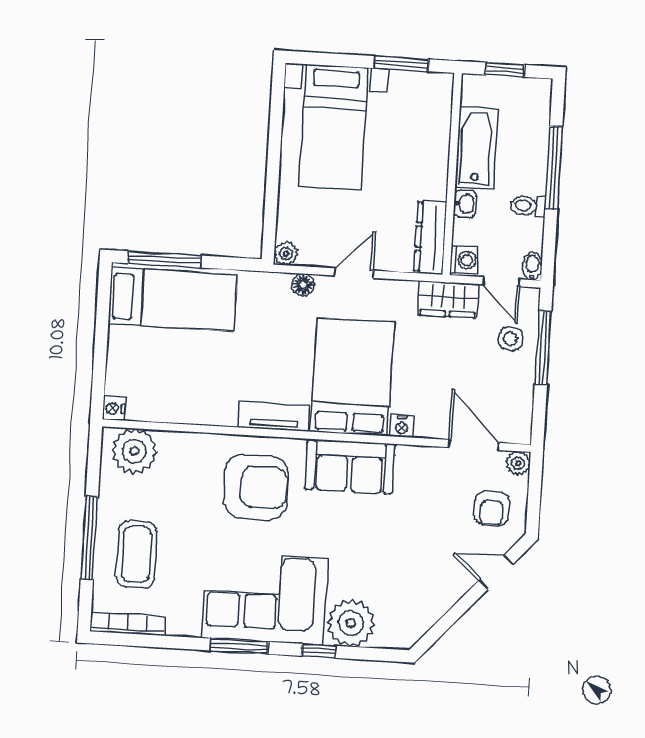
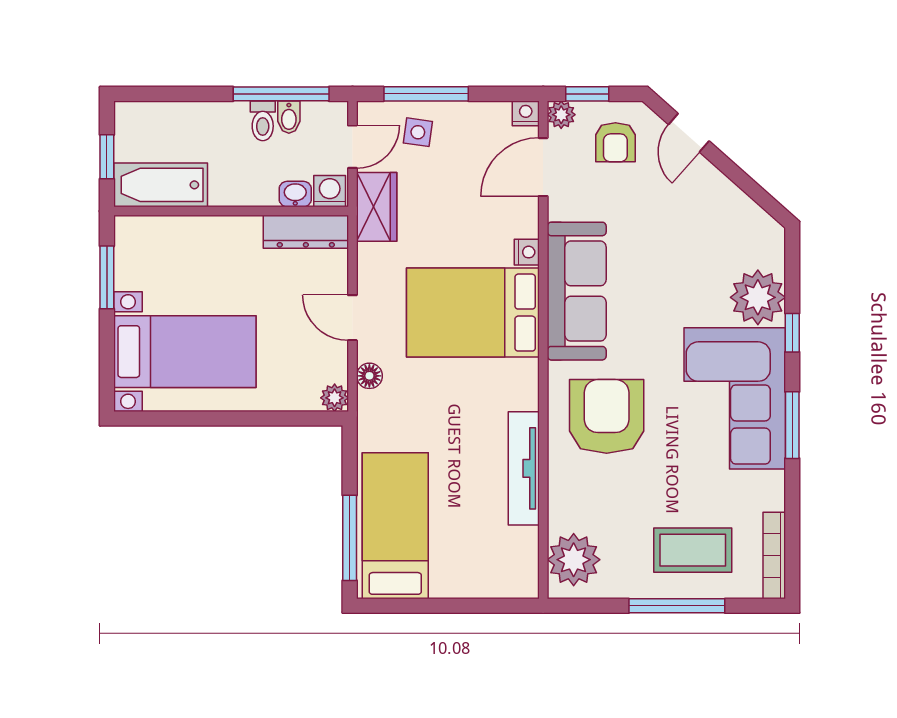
bathtub: (476, 148) -> (161, 185), moved
window: (554, 168) -> (281, 94), moved
washbasin: (465, 204) -> (295, 194), moved
bidet: (532, 266) -> (289, 117), moved, turned -90
nightstand: (114, 408) -> (526, 113), moved, turned 180
tv unit: (274, 416) -> (524, 468), moved, width x1.41
sofa: (350, 467) -> (577, 291), width x1.36
window: (535, 487) -> (587, 94), added
armchair: (492, 508) -> (615, 142), turned 90

